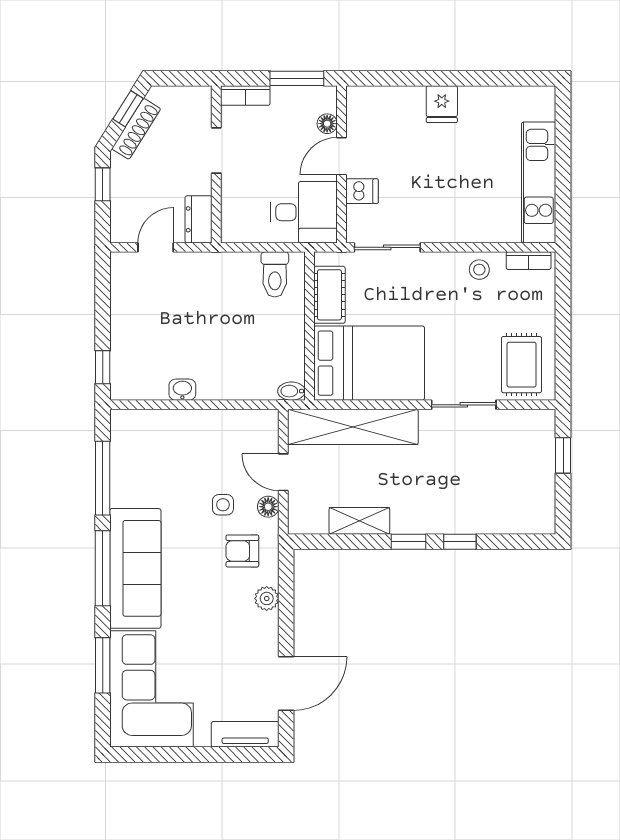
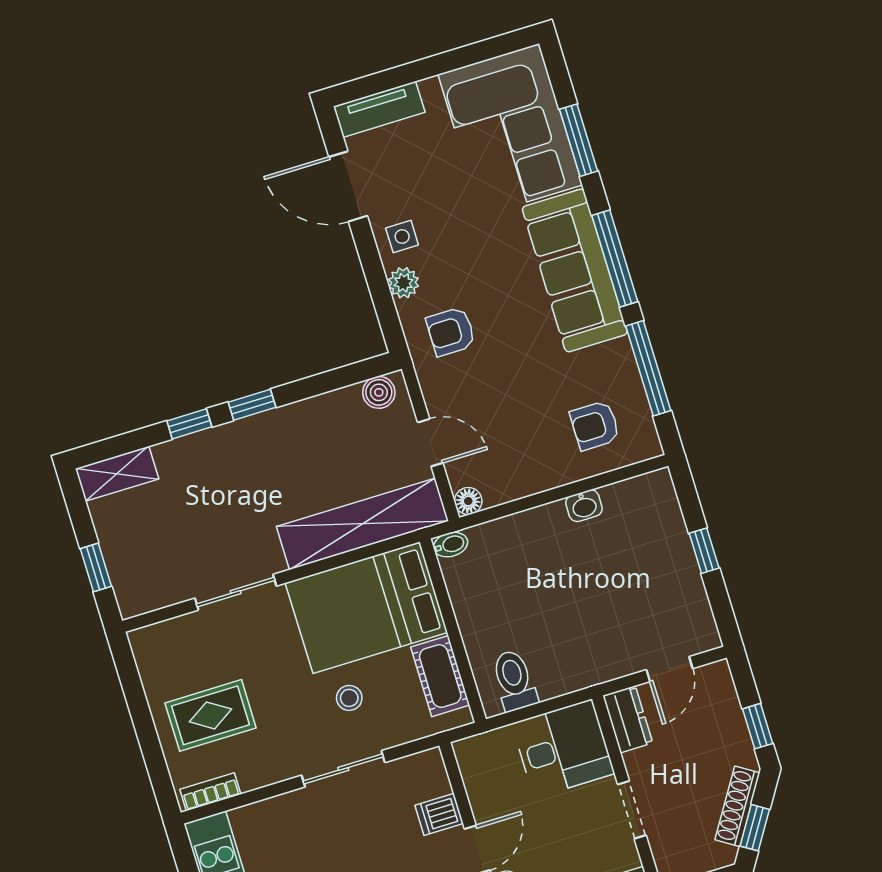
desk: (304, 212) -> (563, 749), moved, turned 180
sliding door: (387, 247) -> (343, 769), moved
stool: (479, 270) -> (349, 698), moved
rug: (522, 365) -> (211, 715), moved, turned 90
window: (103, 367) -> (704, 551), moved
armchair: (156, 447) -> (595, 425), added
side table: (223, 505) -> (402, 236), moved
floor lamp: (268, 507) -> (468, 501), moved
shelving: (359, 521) -> (117, 474), moved
boiler: (310, 522) -> (379, 392), added
armchair: (242, 551) -> (451, 332), turned 180
door: (286, 684) -> (348, 186), hinge flipped

